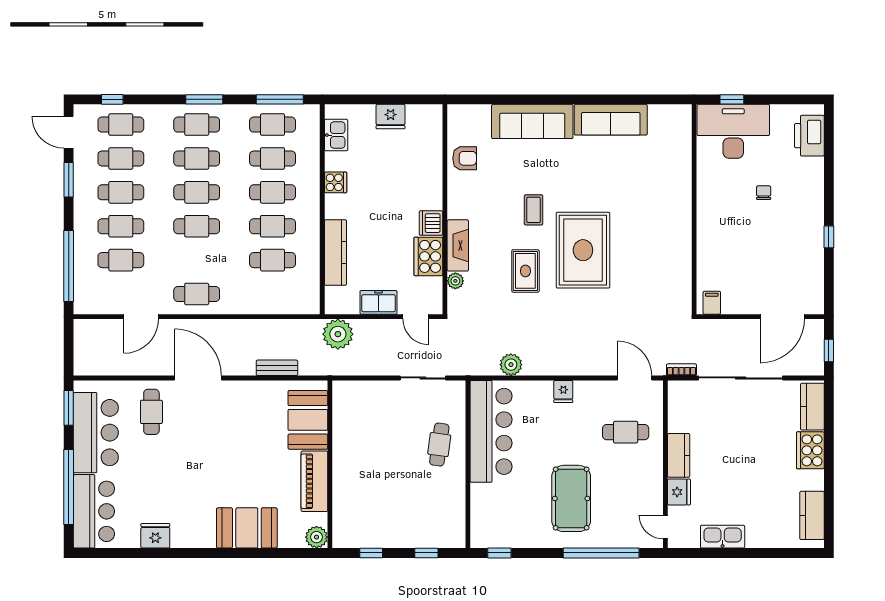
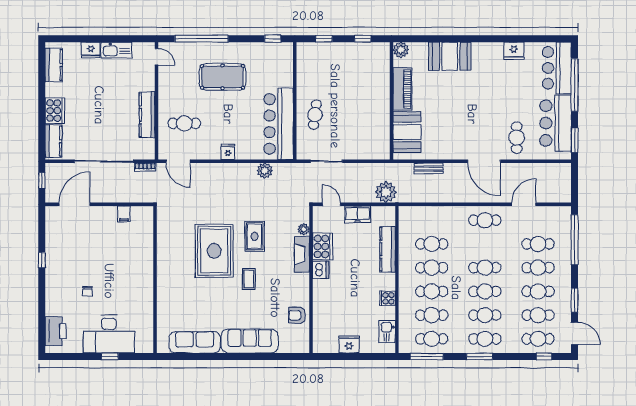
wall: (694, 209) -> (155, 280), moved
kitchen counter: (679, 455) -> (147, 115), width x1.50
fridge: (679, 492) -> (91, 50), moved, turned -90
pool table: (571, 498) -> (222, 77), turned 90

